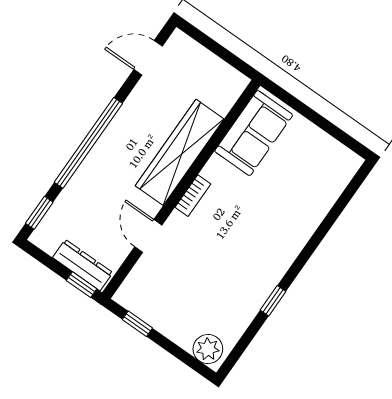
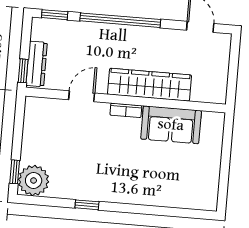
sofa: (254, 133) -> (171, 125), moved
window: (137, 324) -> (15, 172), moved
plant: (208, 349) -> (34, 180), width x1.36, depth x1.36

